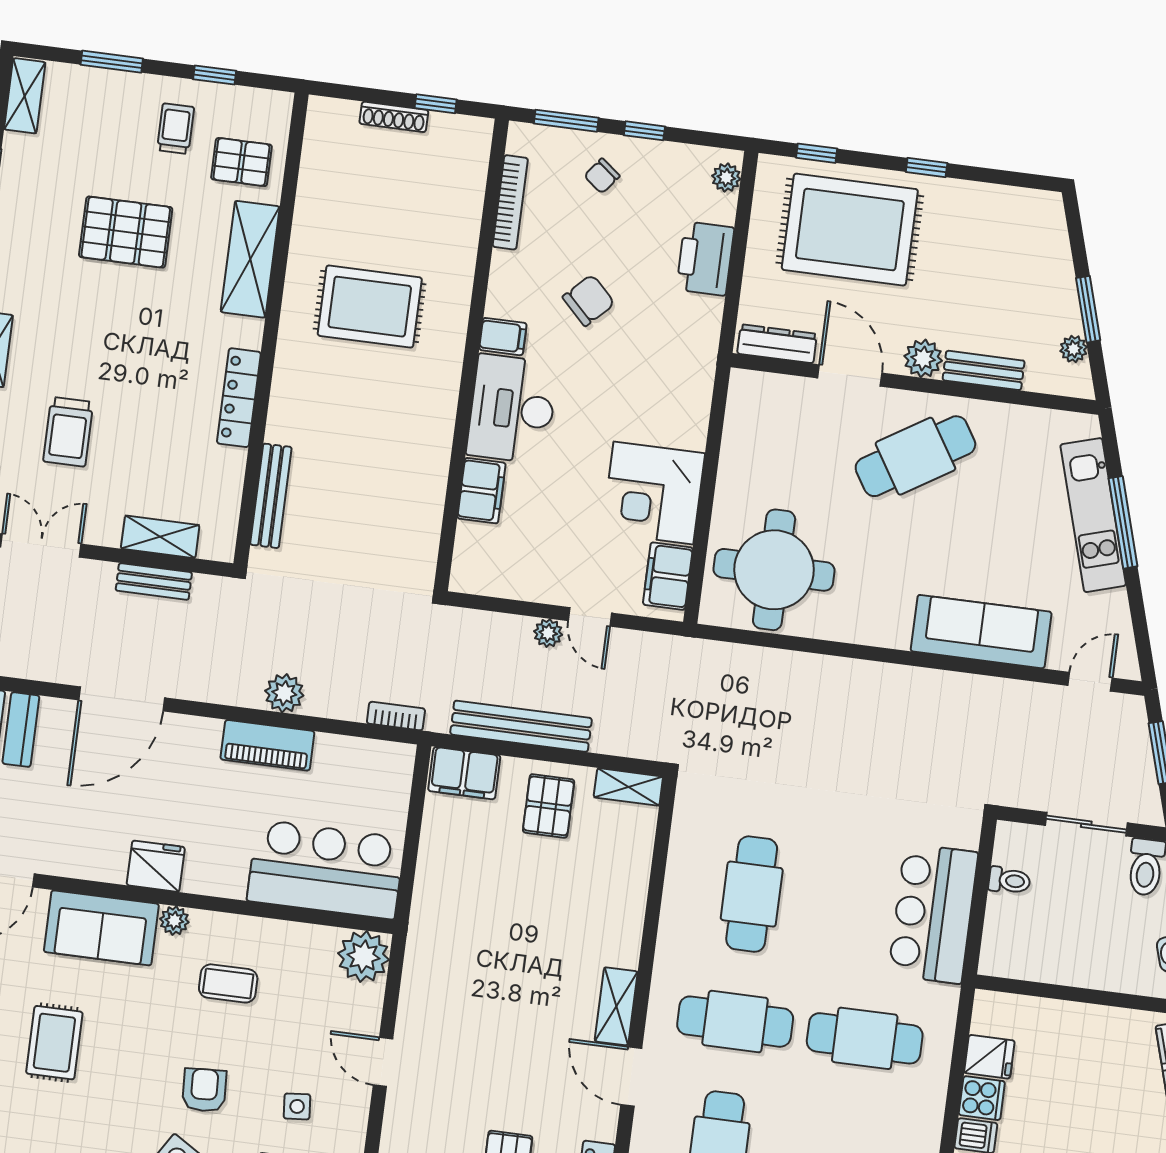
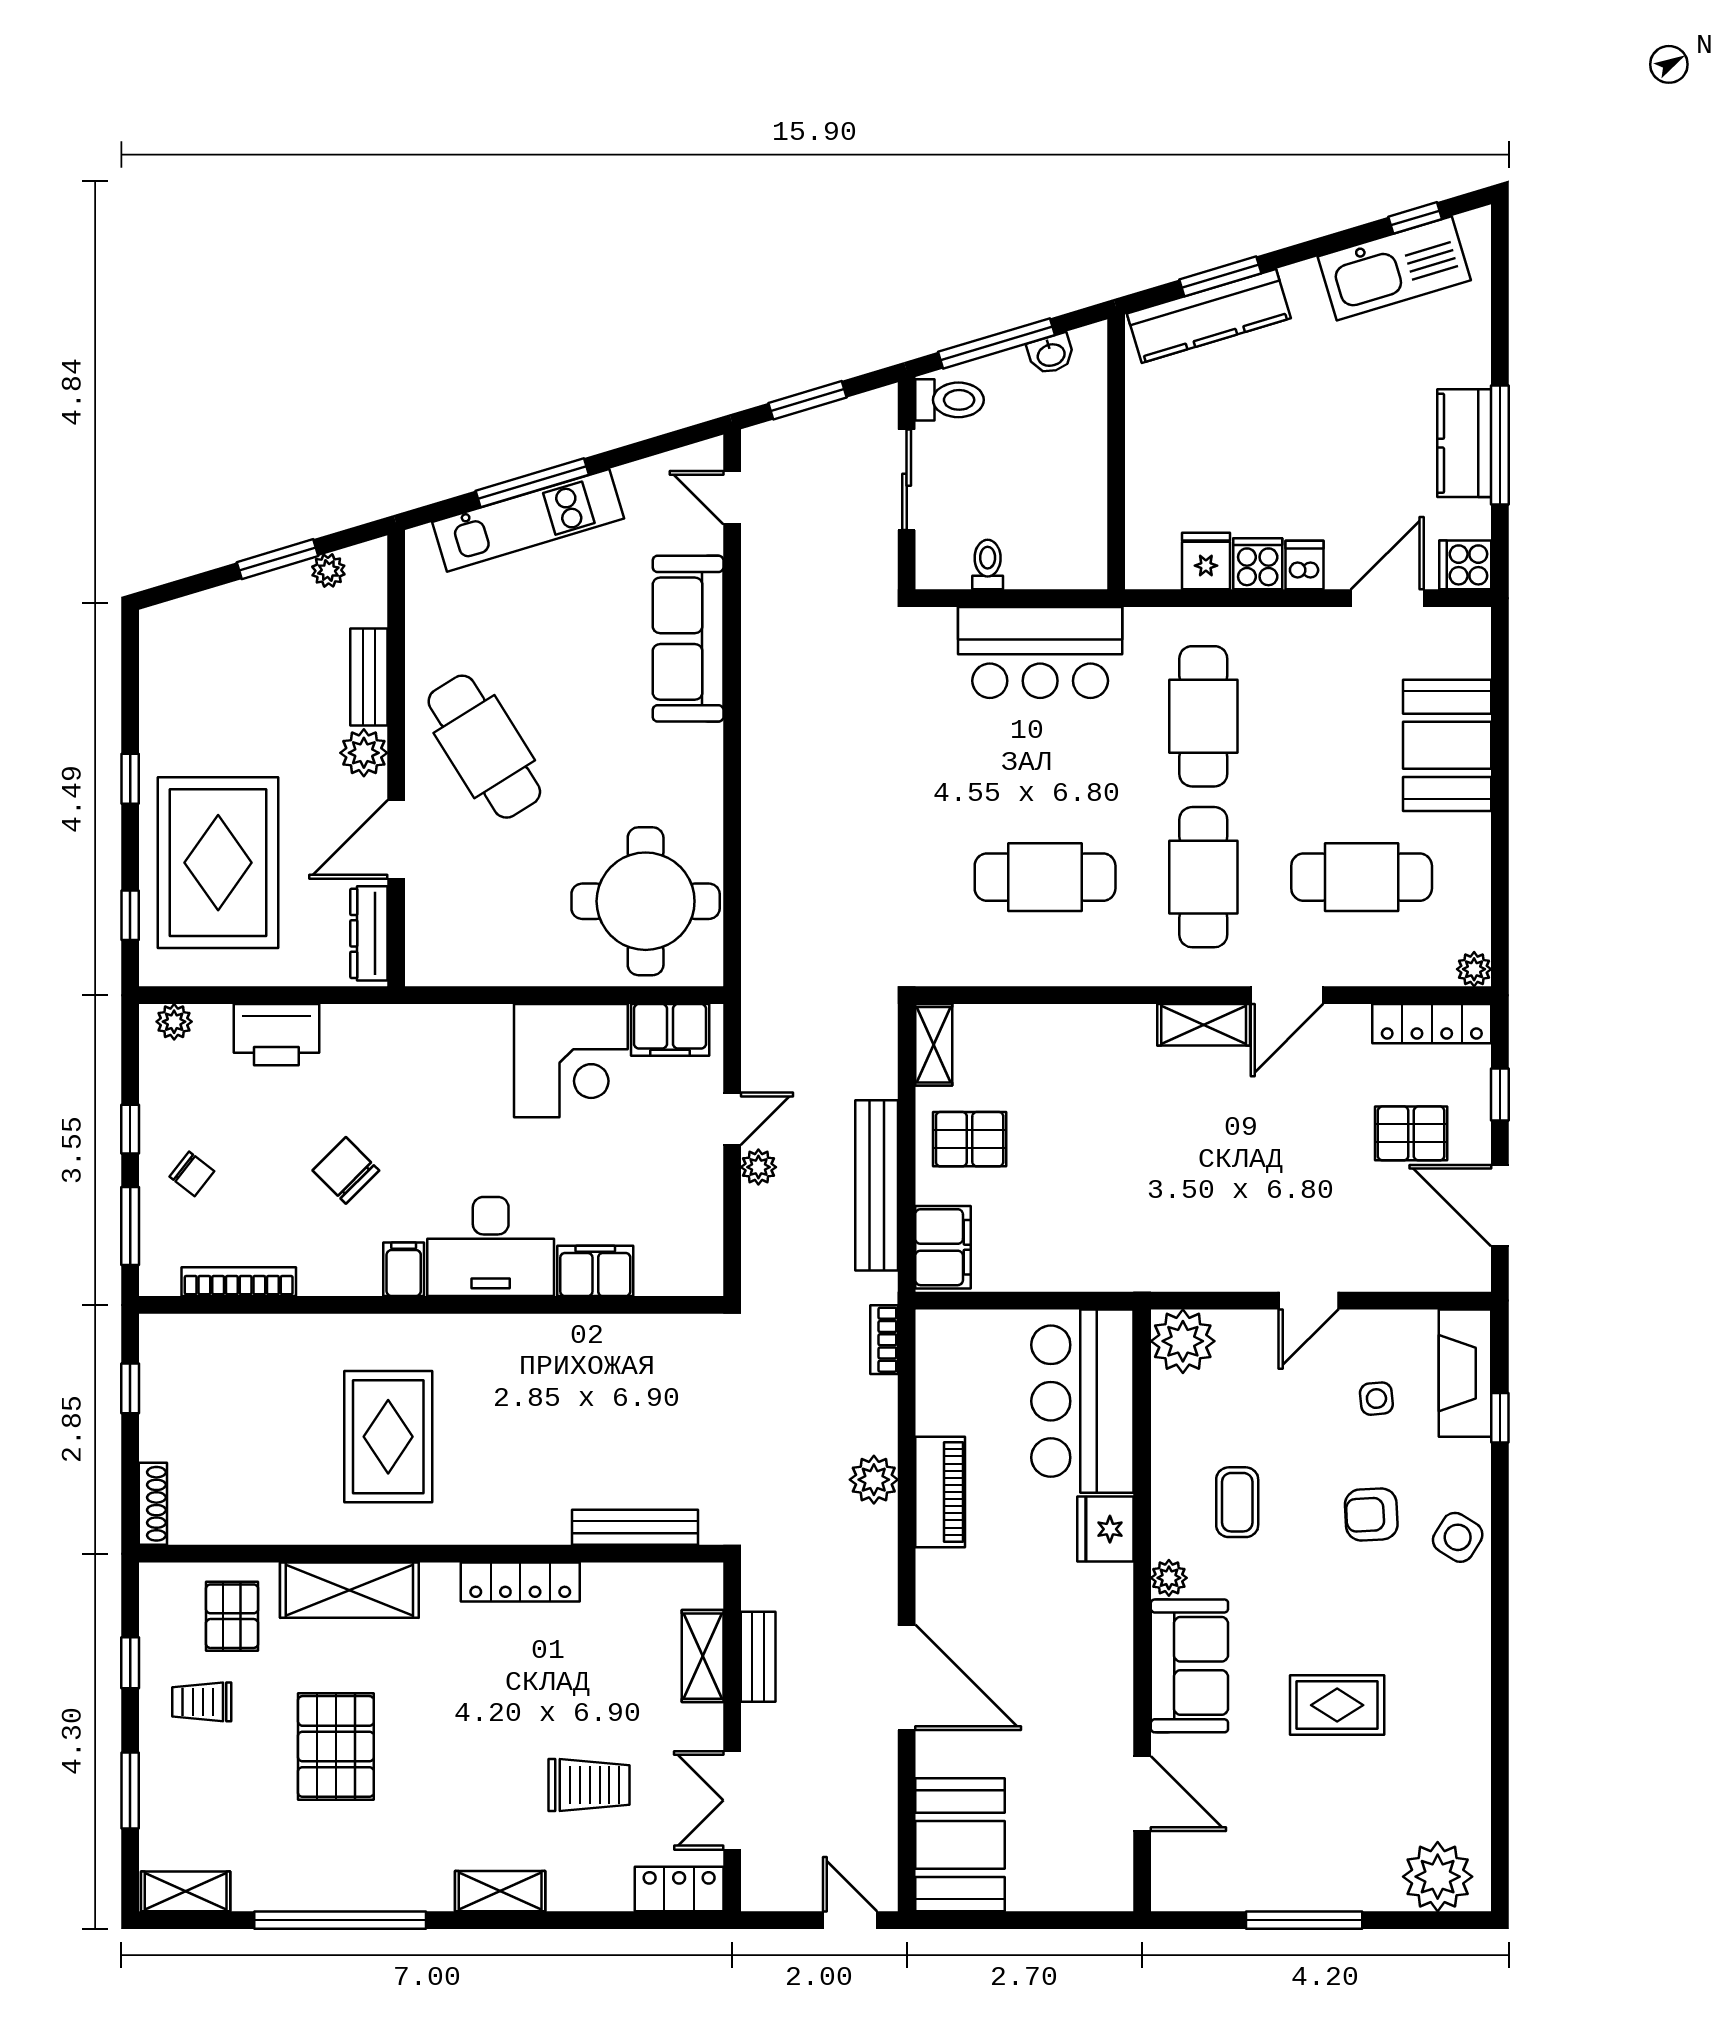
shoe rack: (394, 117) -> (153, 1504), moved
fridge: (156, 866) -> (1105, 1529), moved

